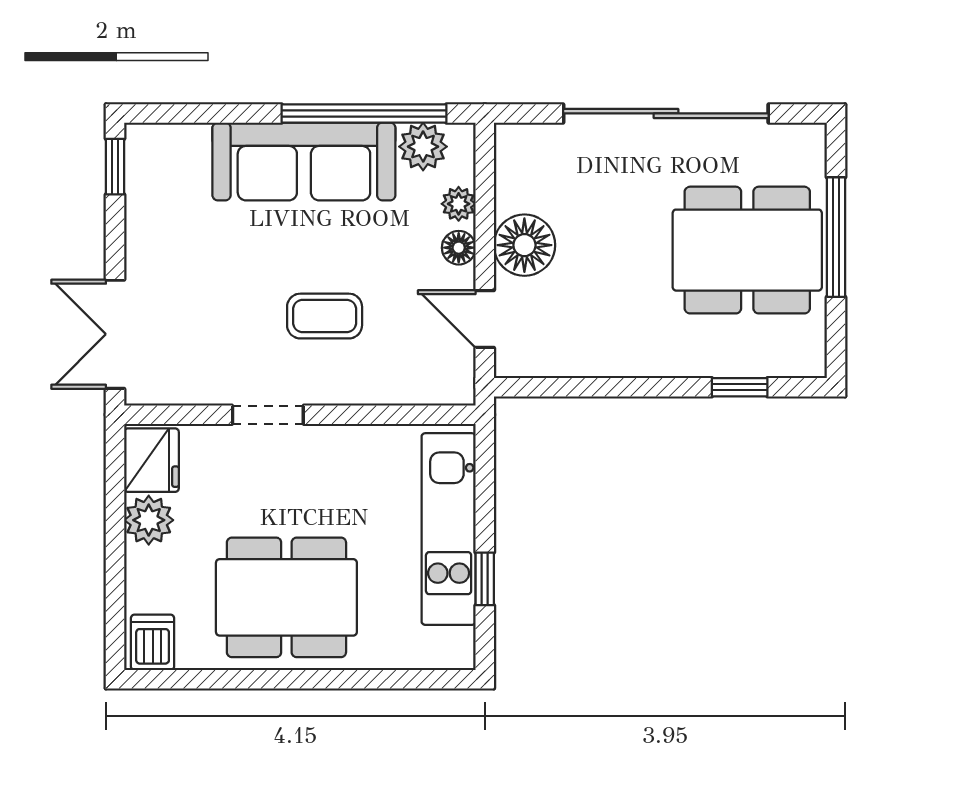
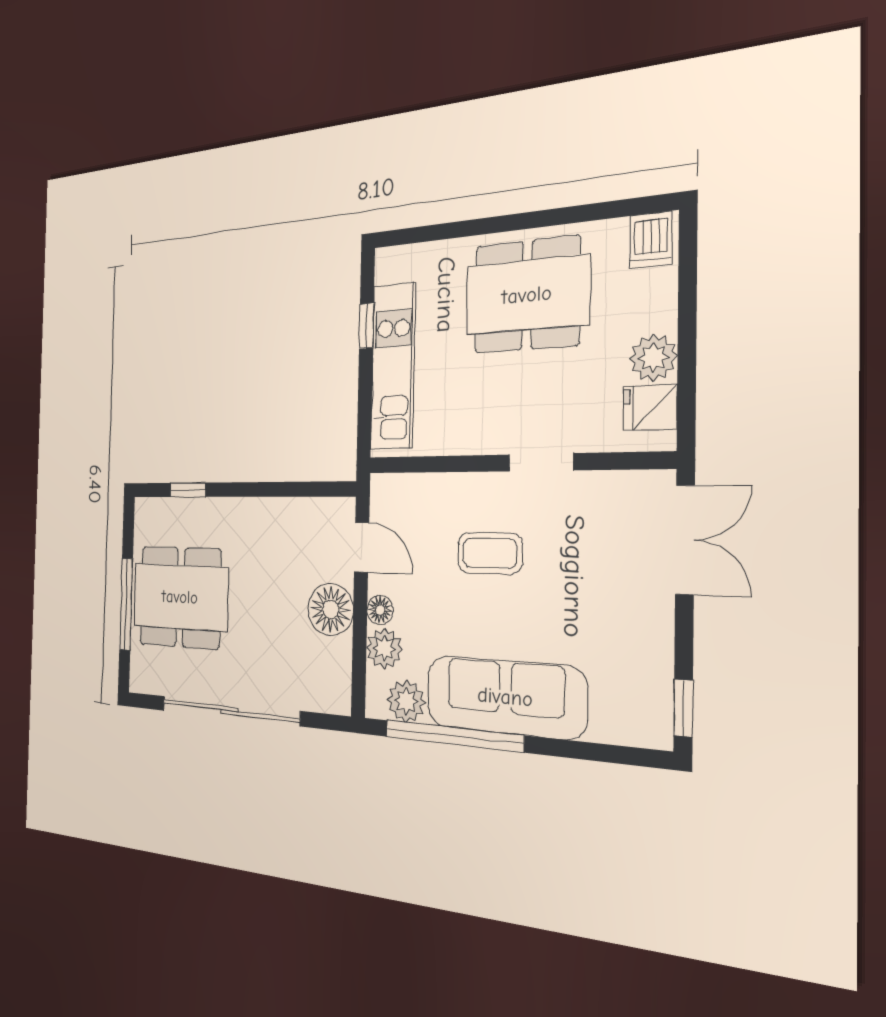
plant: (459, 204) -> (384, 649), width x1.38, depth x1.38
fridge: (151, 460) -> (650, 408), width x0.72

